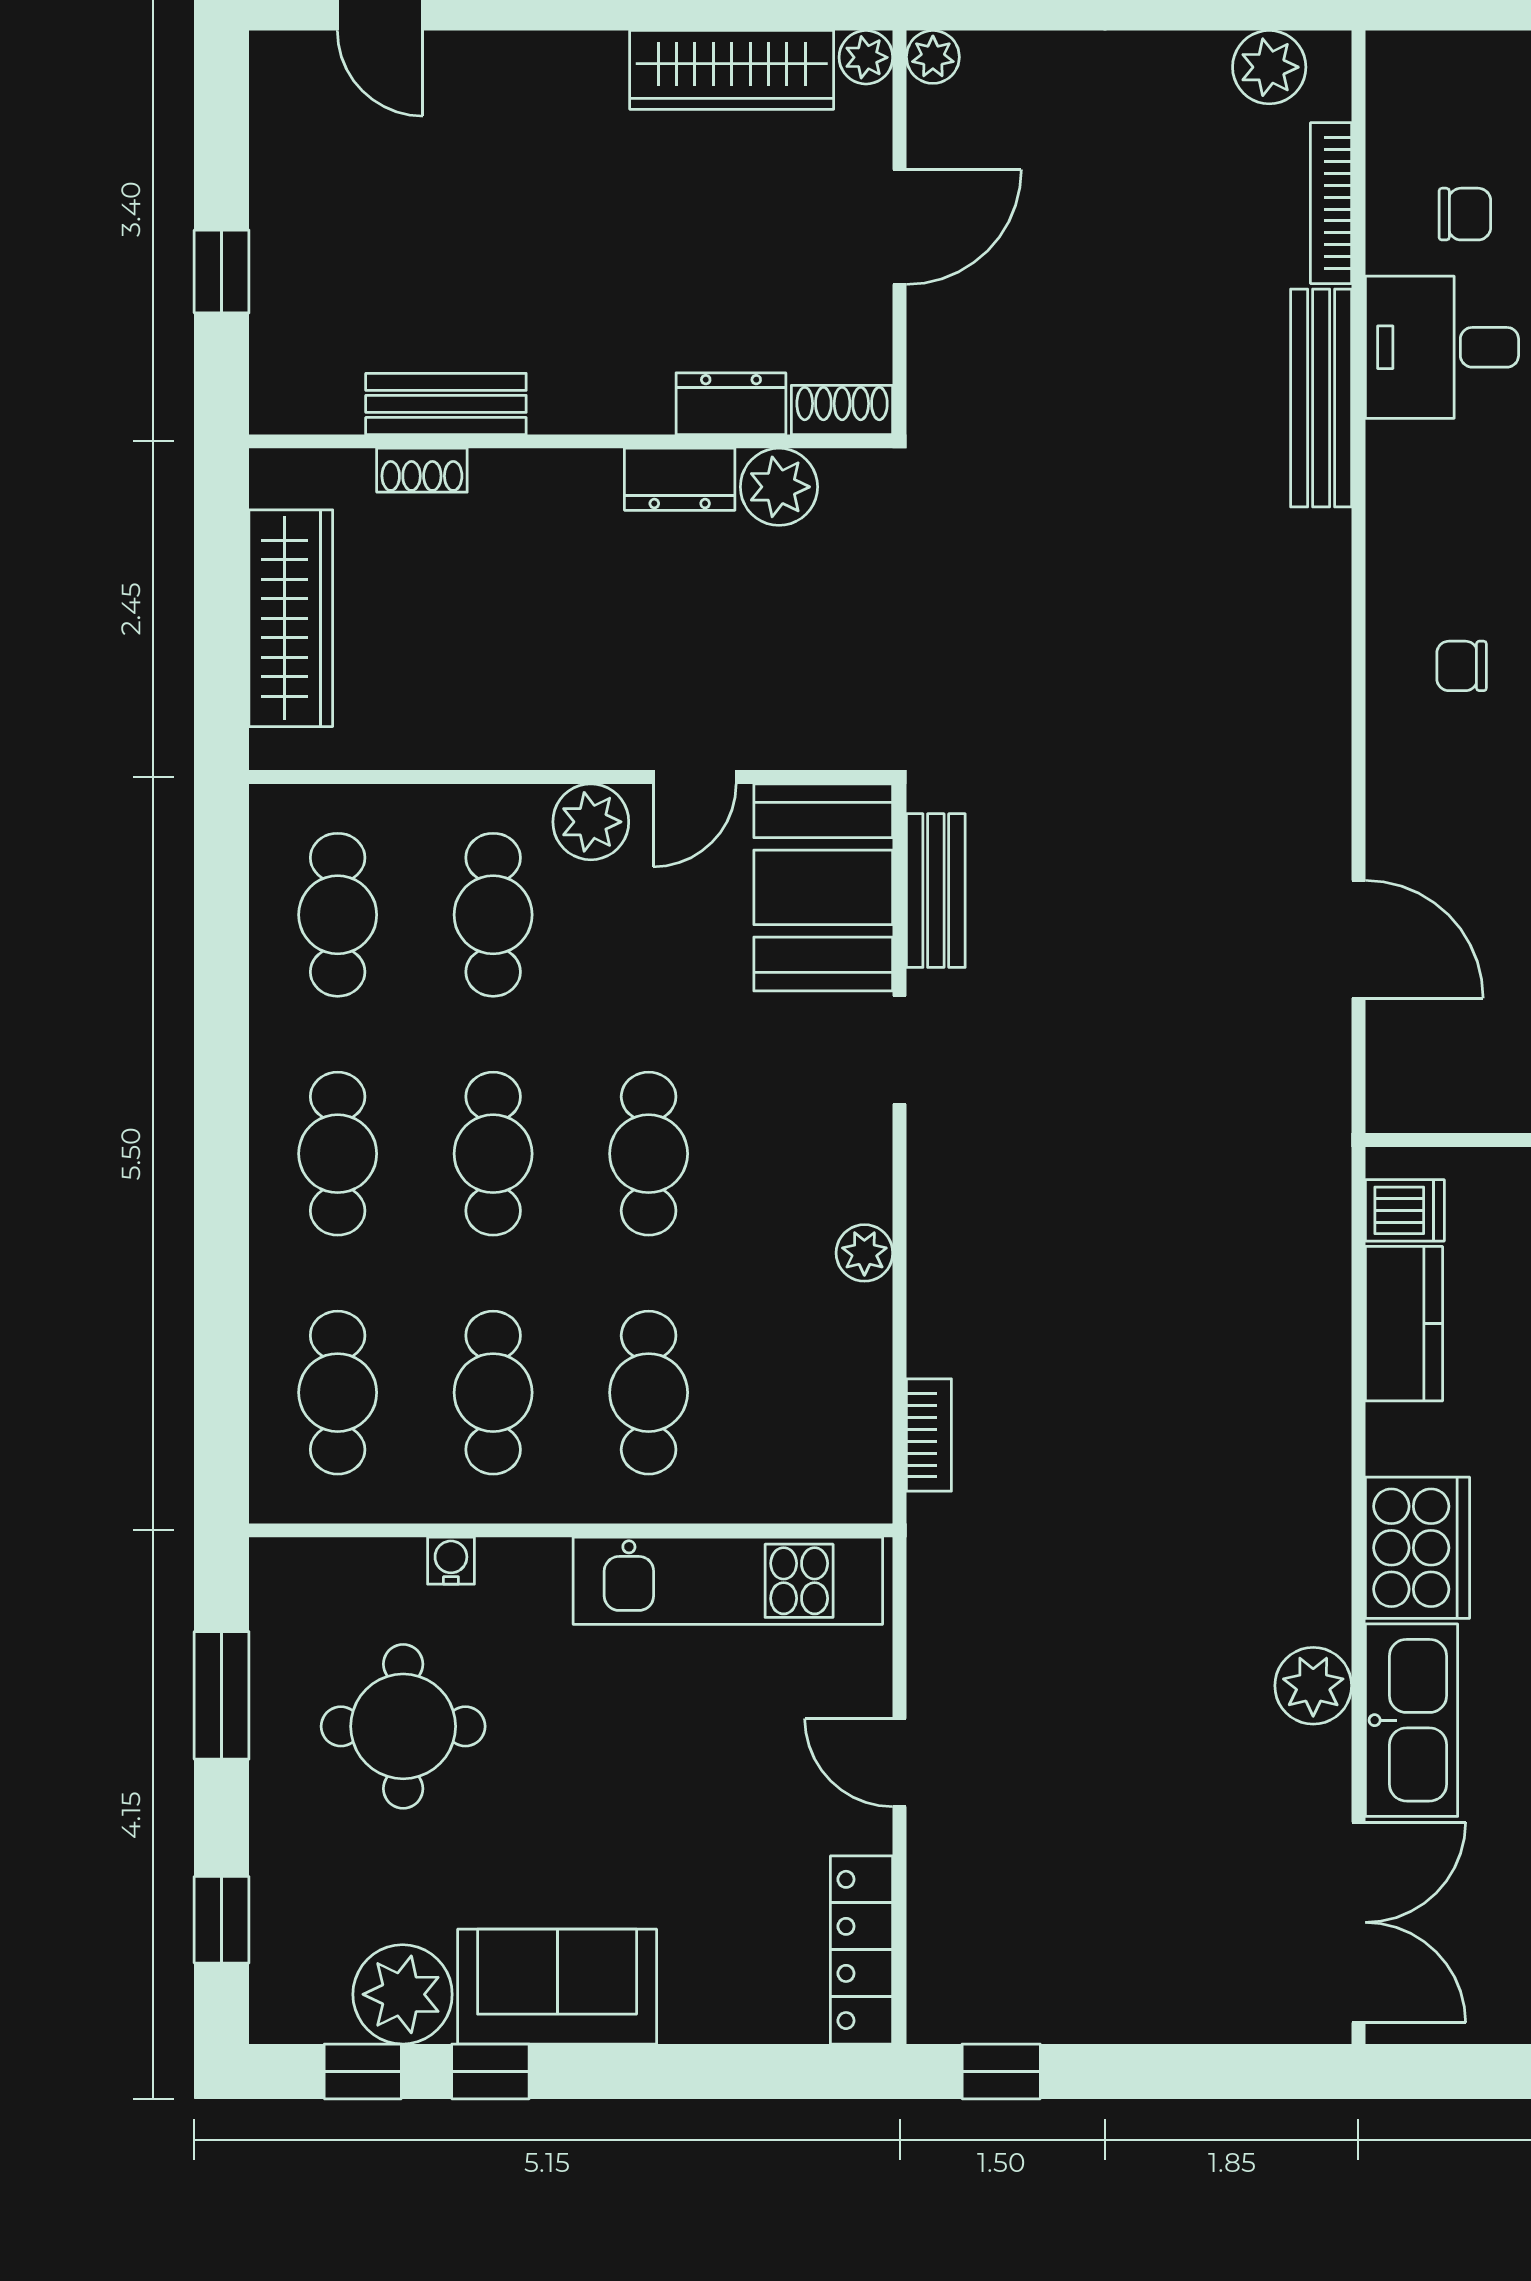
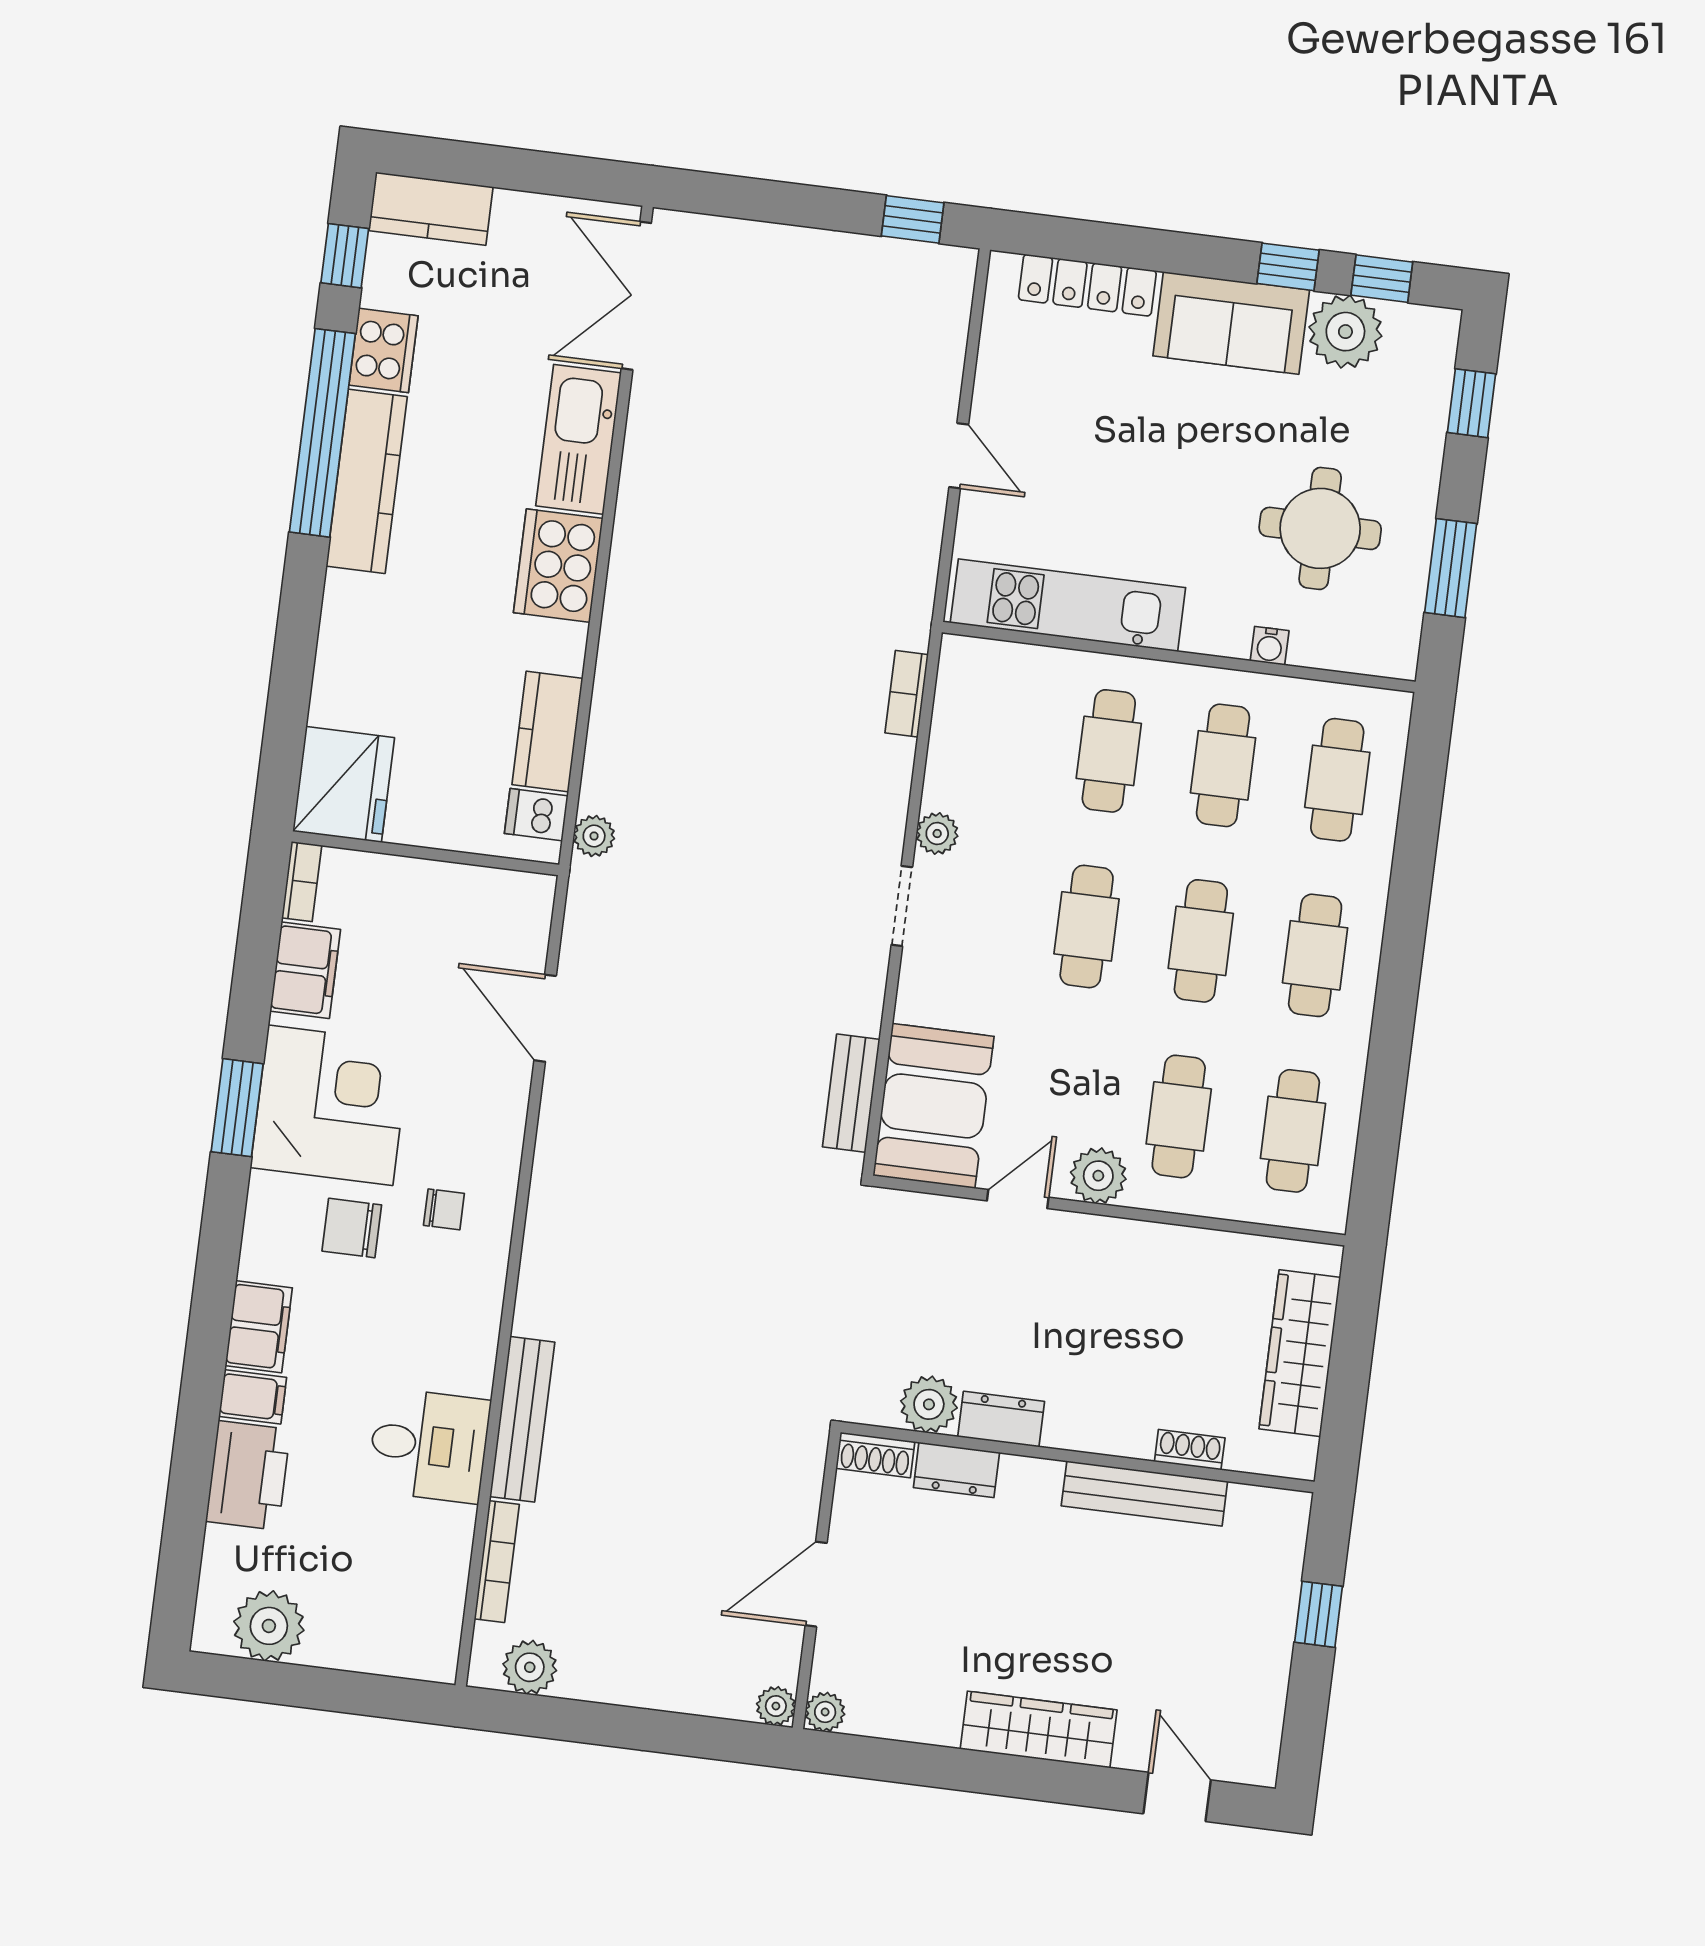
wardrobe: (732, 70) -> (1039, 1730), moved
chair: (1465, 214) -> (400, 1541), removed
bench: (446, 404) -> (1144, 1494), width x1.36
doorway: (900, 1050) -> (902, 906), moved
plant: (1313, 1686) -> (594, 836), moved, width x0.73, depth x0.73
locker: (862, 1950) -> (1087, 285), moved, turned 90

